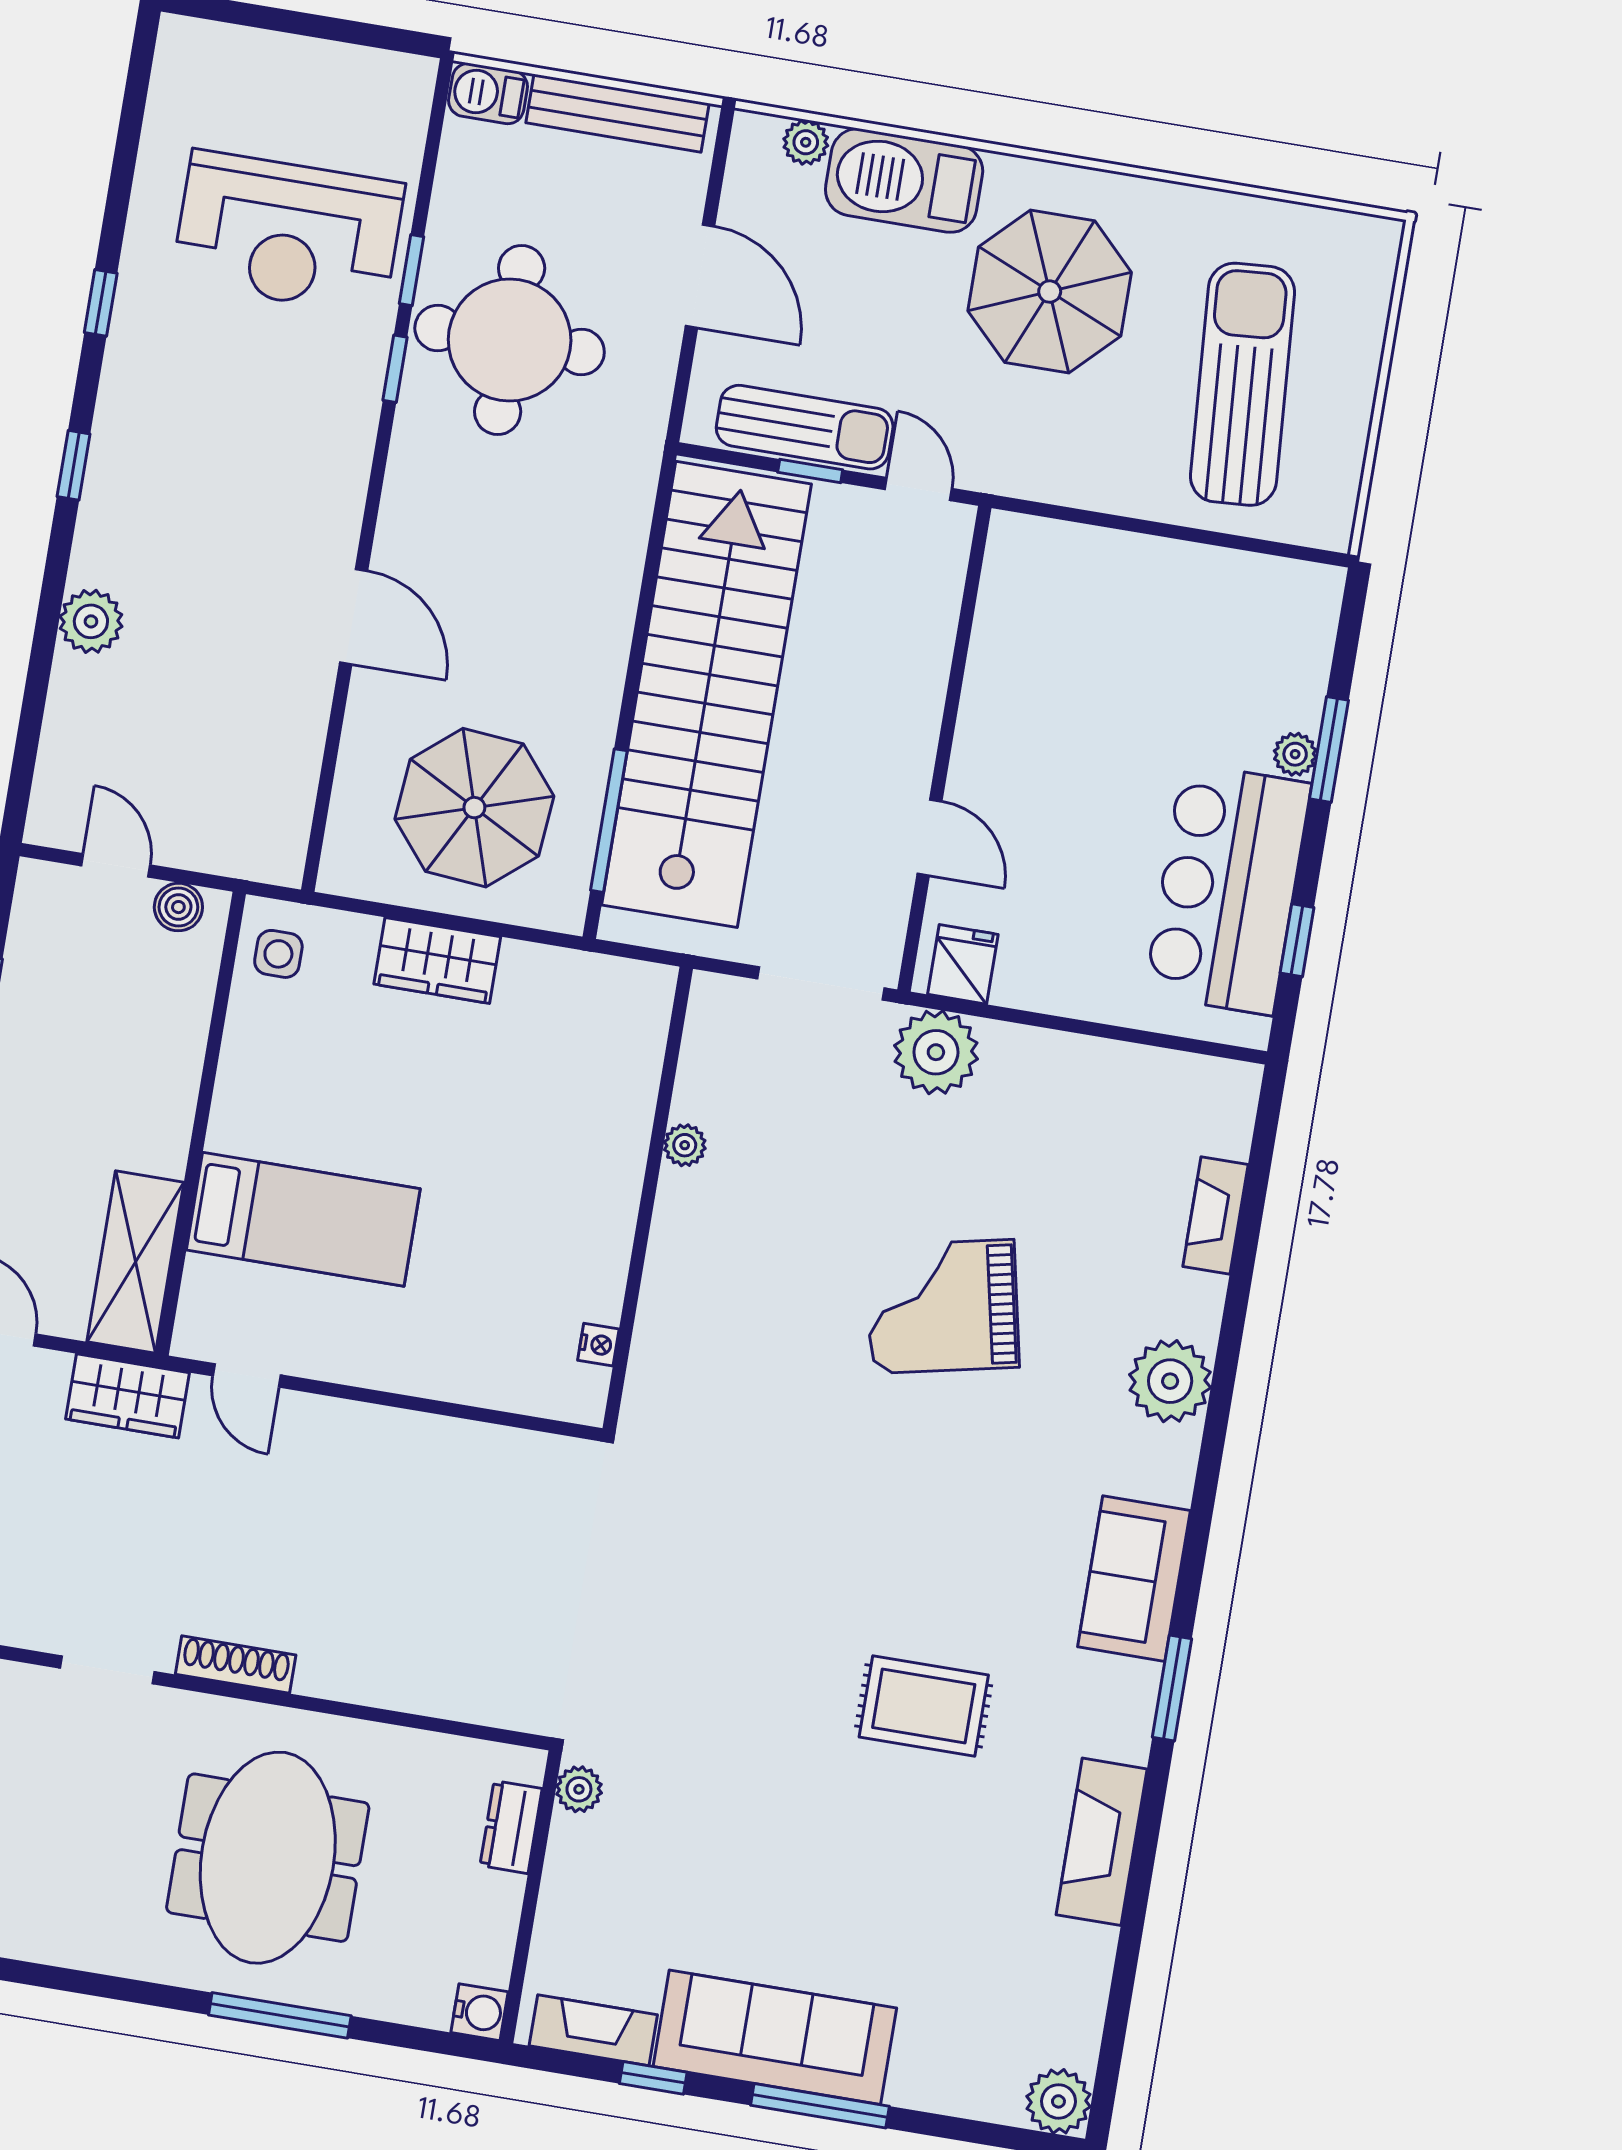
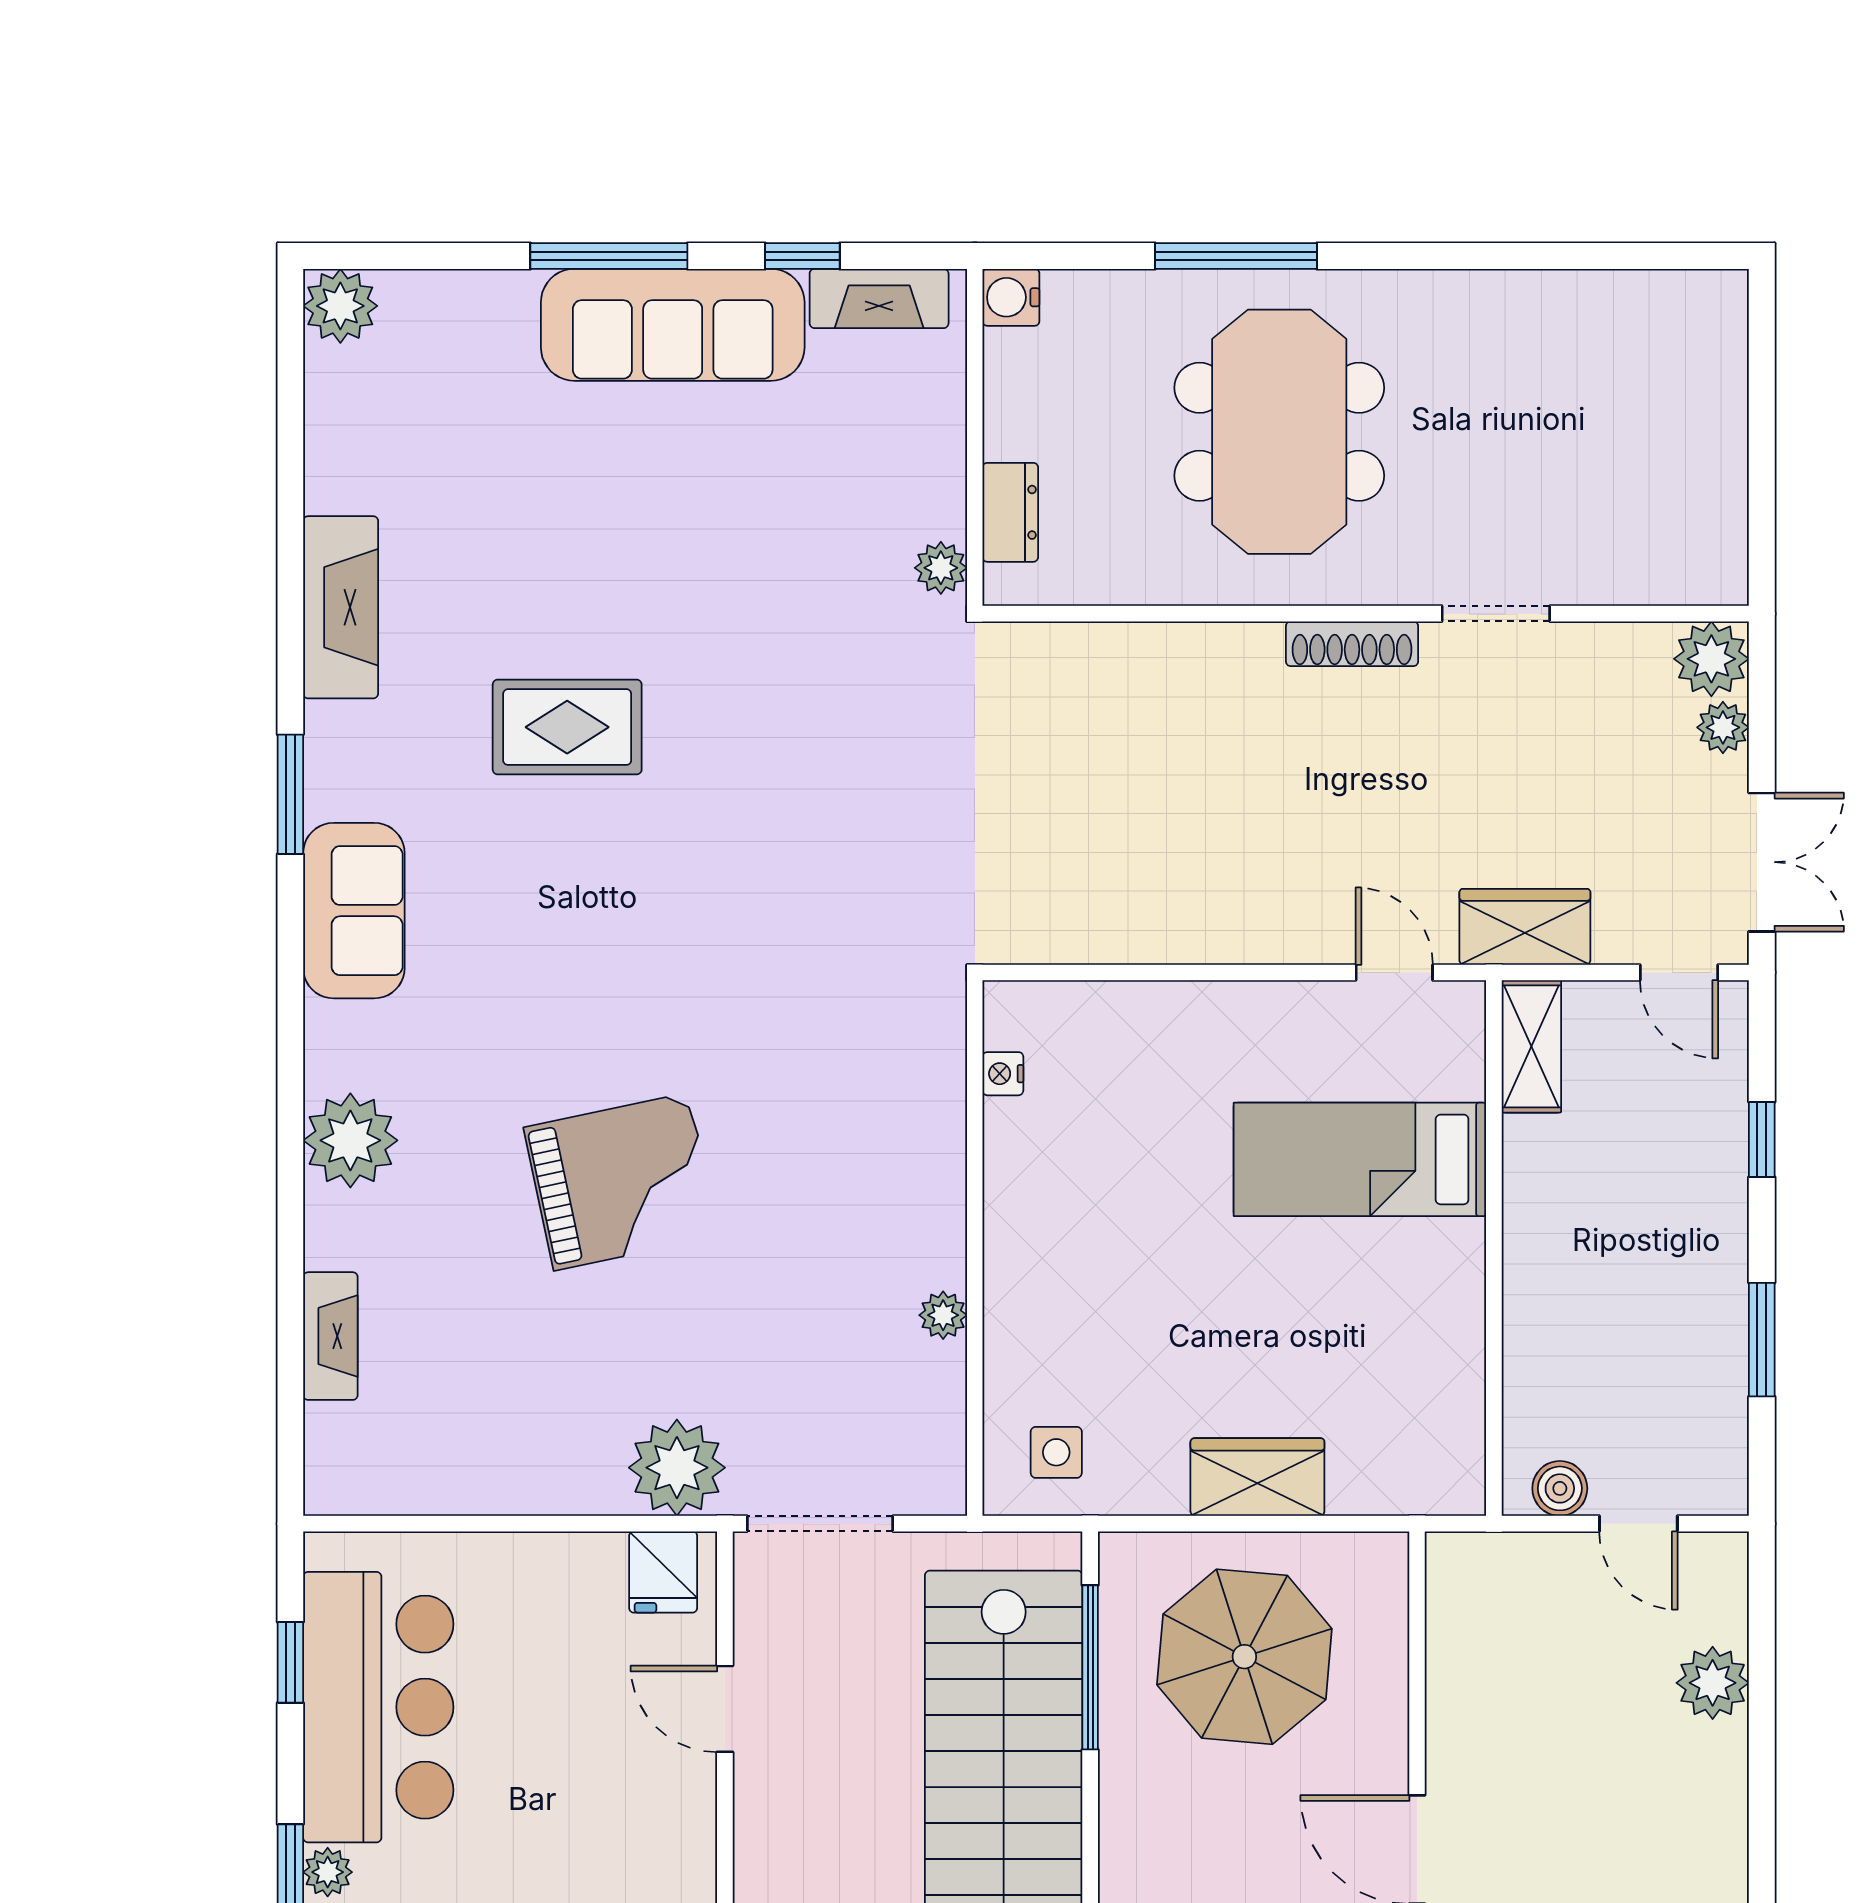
plant: (91, 621) -> (1713, 1683), moved
side table: (278, 954) -> (1056, 1452), moved
shelving: (135, 1262) -> (1531, 1046), width x0.67, depth x0.75

